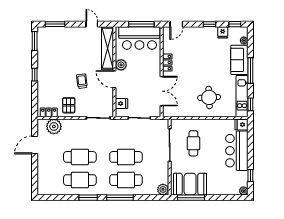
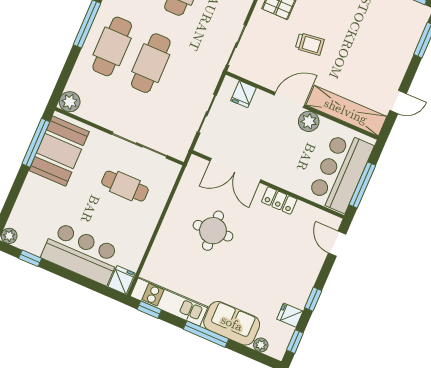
round table: (209, 97) -> (213, 231), moved

